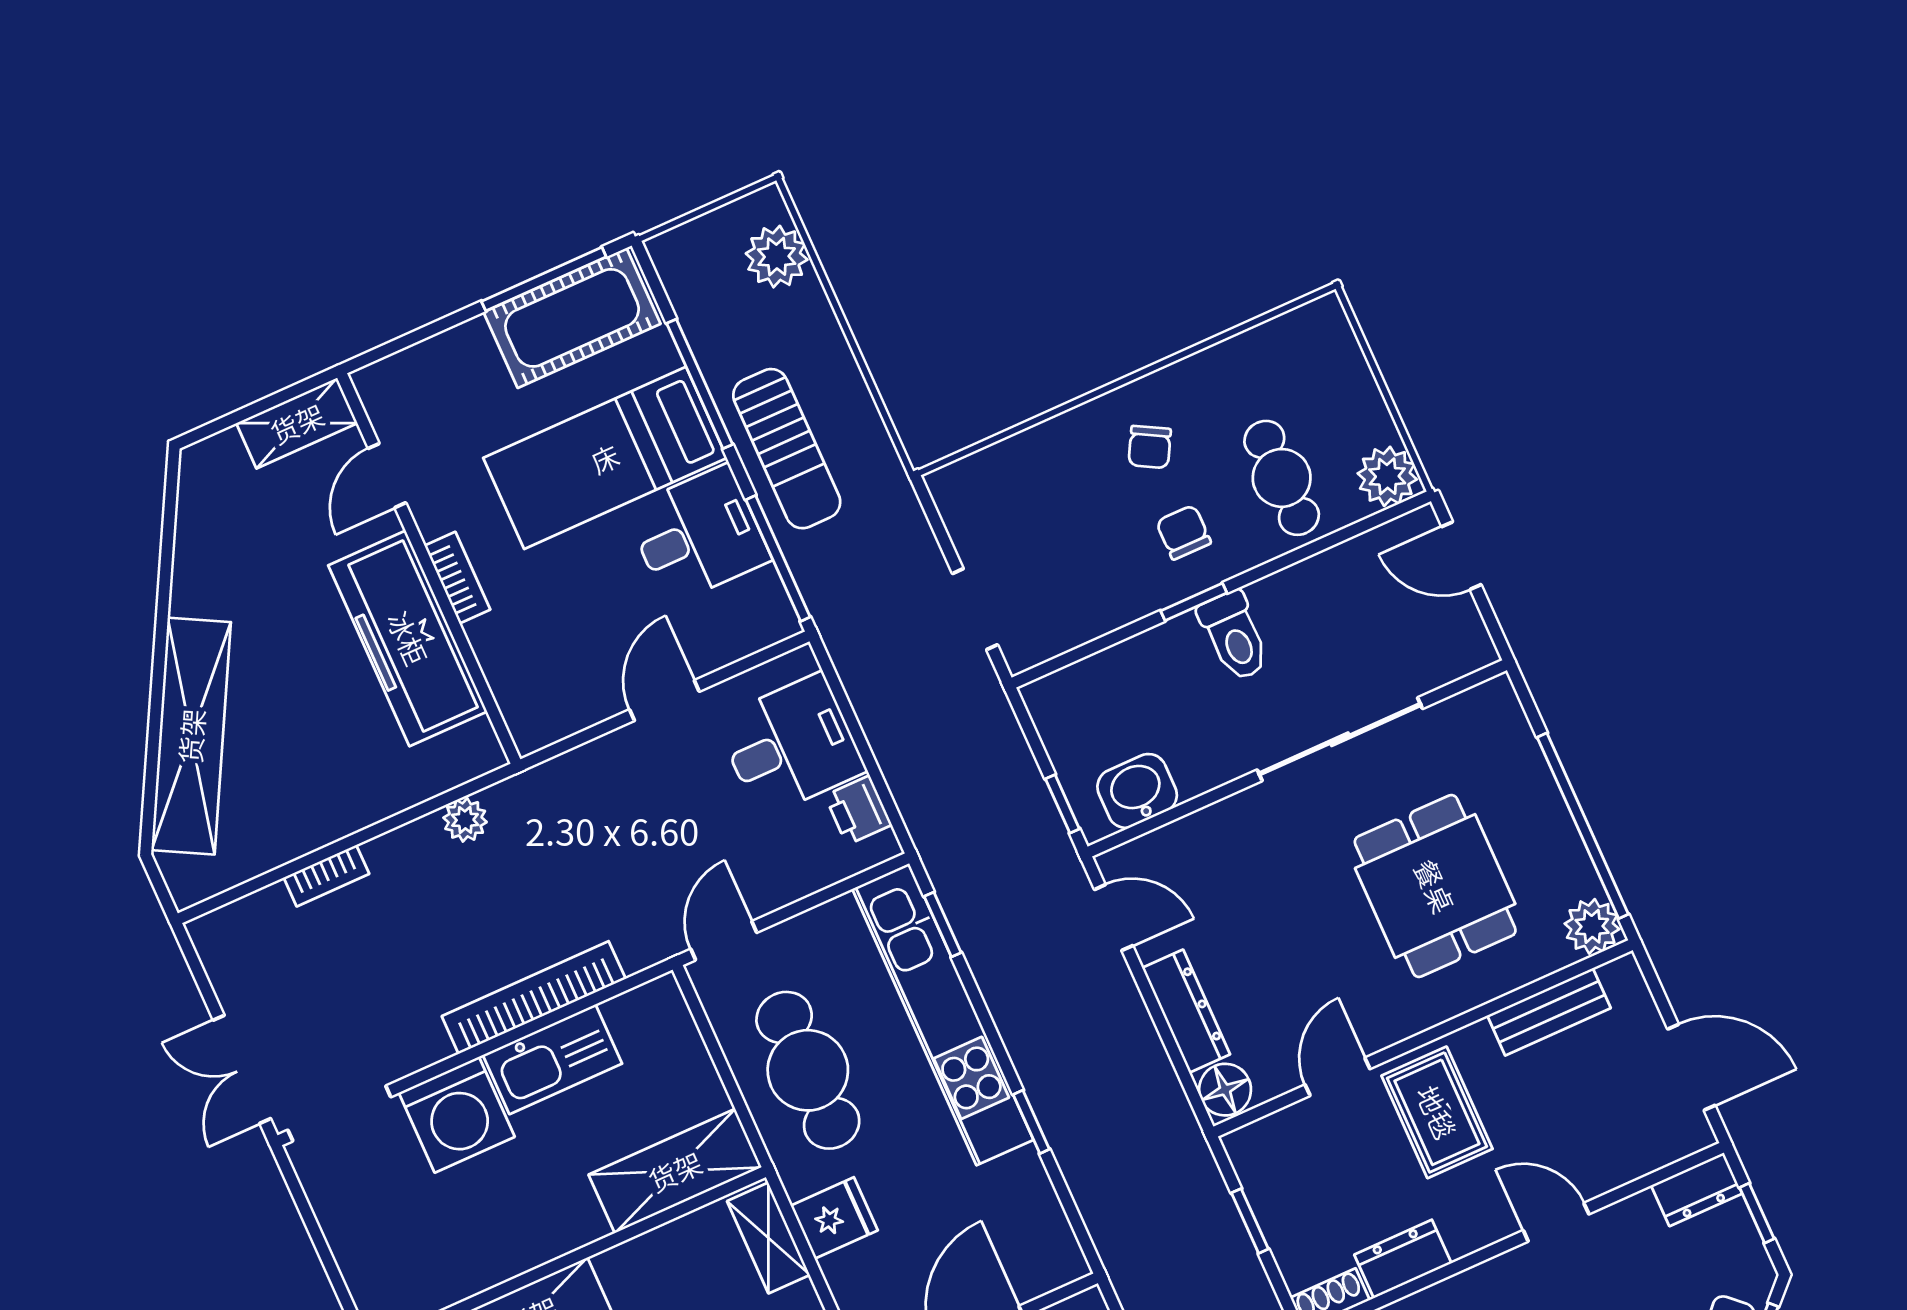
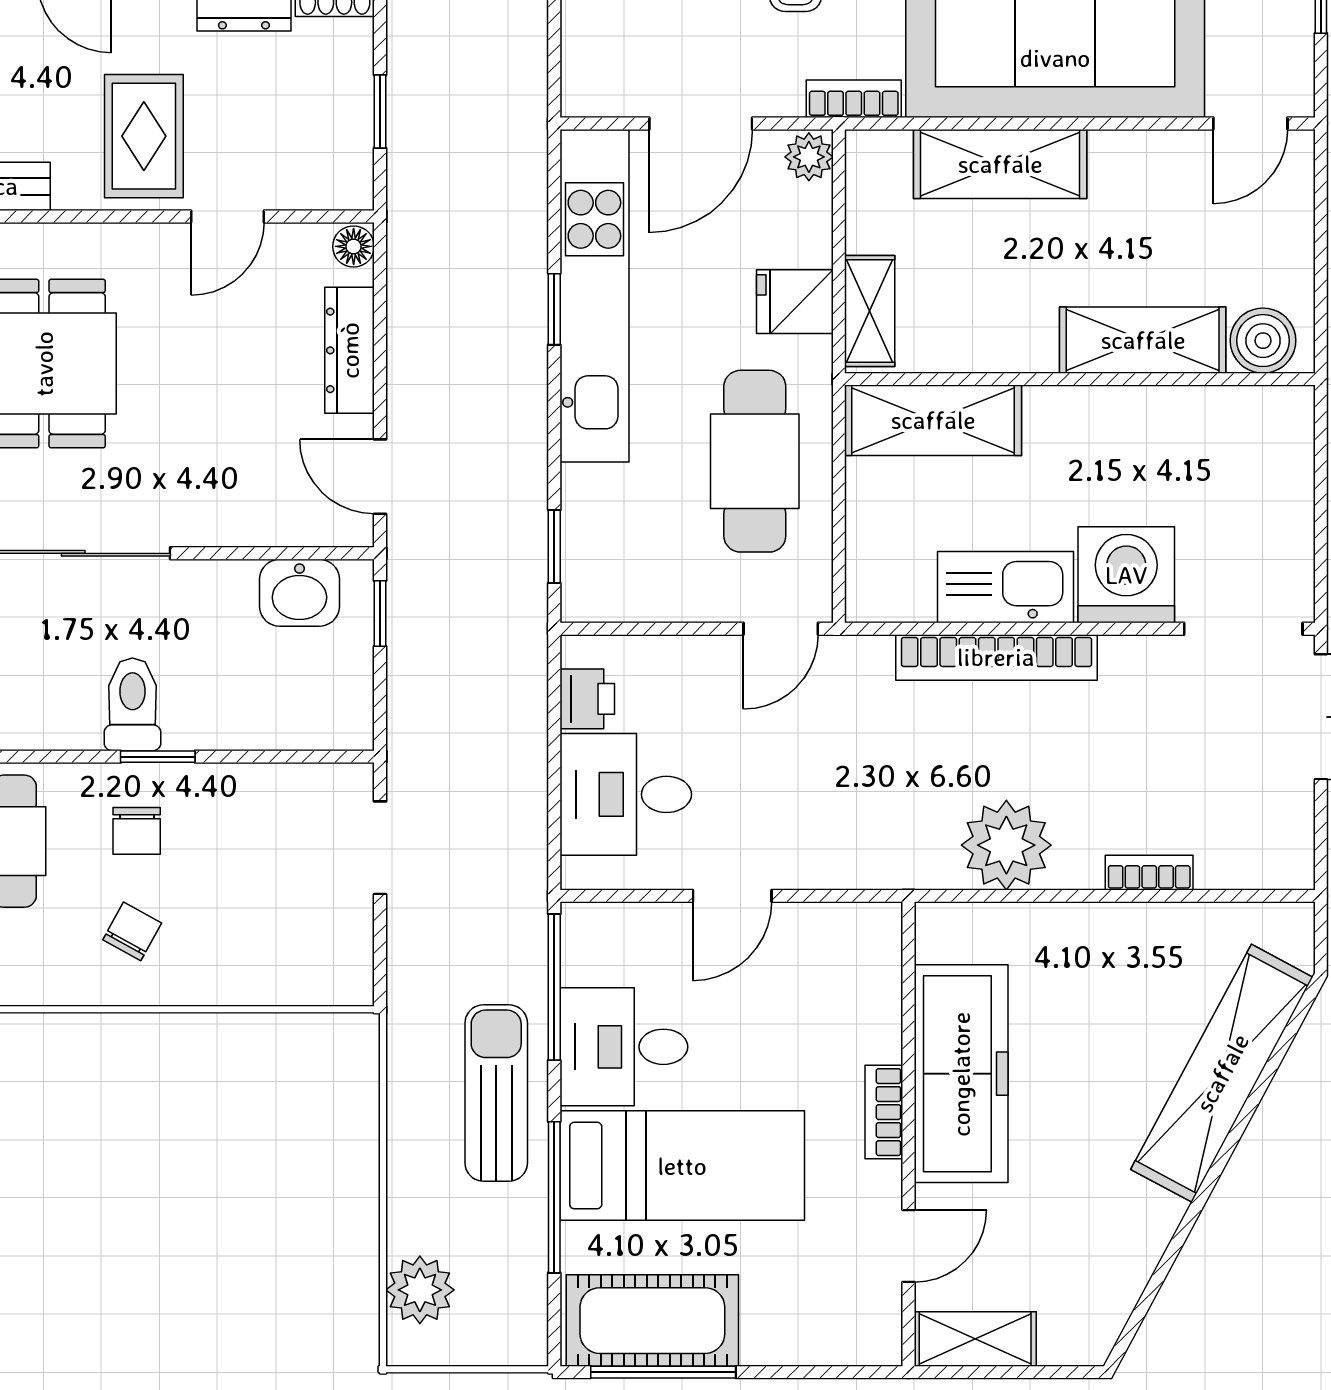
plant: (465, 820) -> (1006, 845), width x1.88, depth x1.88
kitchen unit: (943, 1014) -> (594, 296), moved
floor lamp: (1225, 1090) -> (354, 246), width x0.73, depth x0.73

